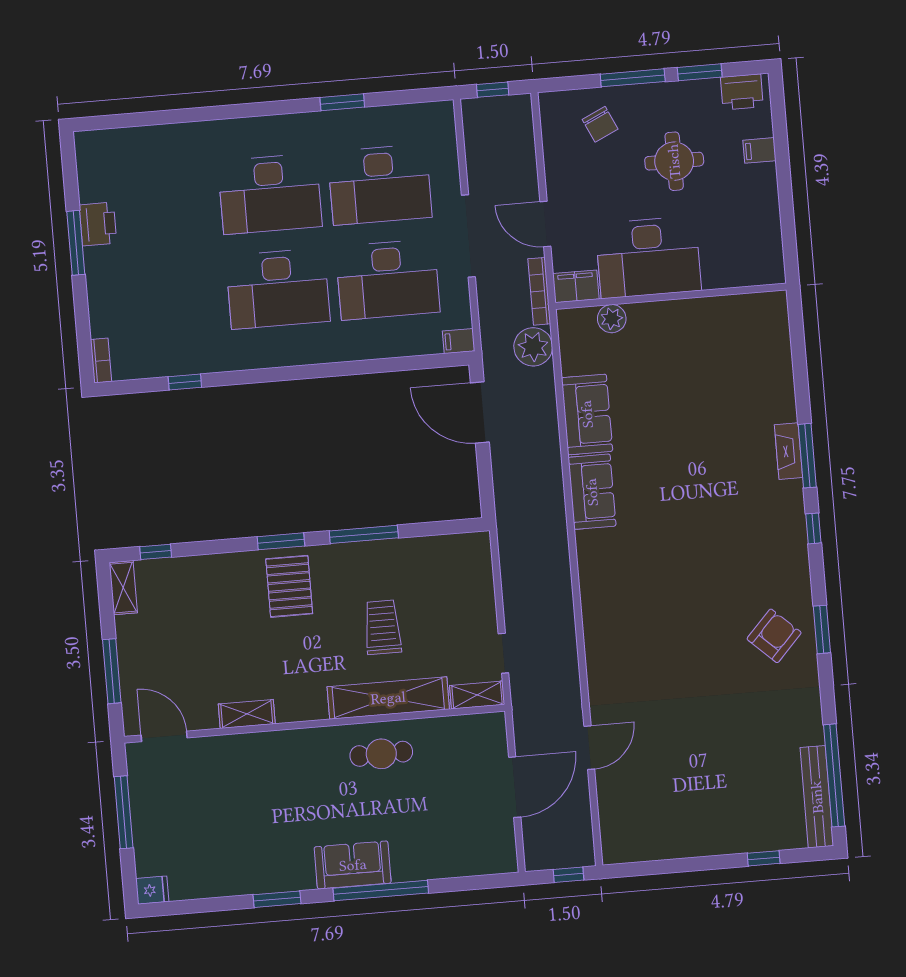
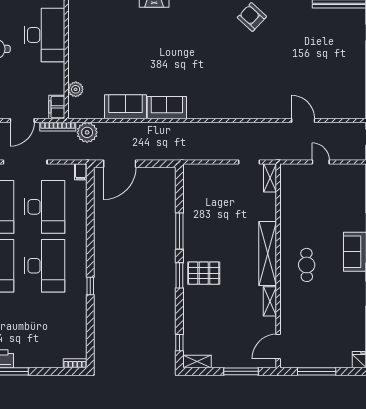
desk: (648, 257) -> (45, 35), moved
window: (185, 382) -> (90, 286), moved
trolley: (383, 627) -> (230, 225), removed
shelving: (388, 698) -> (268, 254), moved
cafe table: (381, 754) -> (307, 265), moved
door: (515, 787) -> (321, 162), width x0.53

